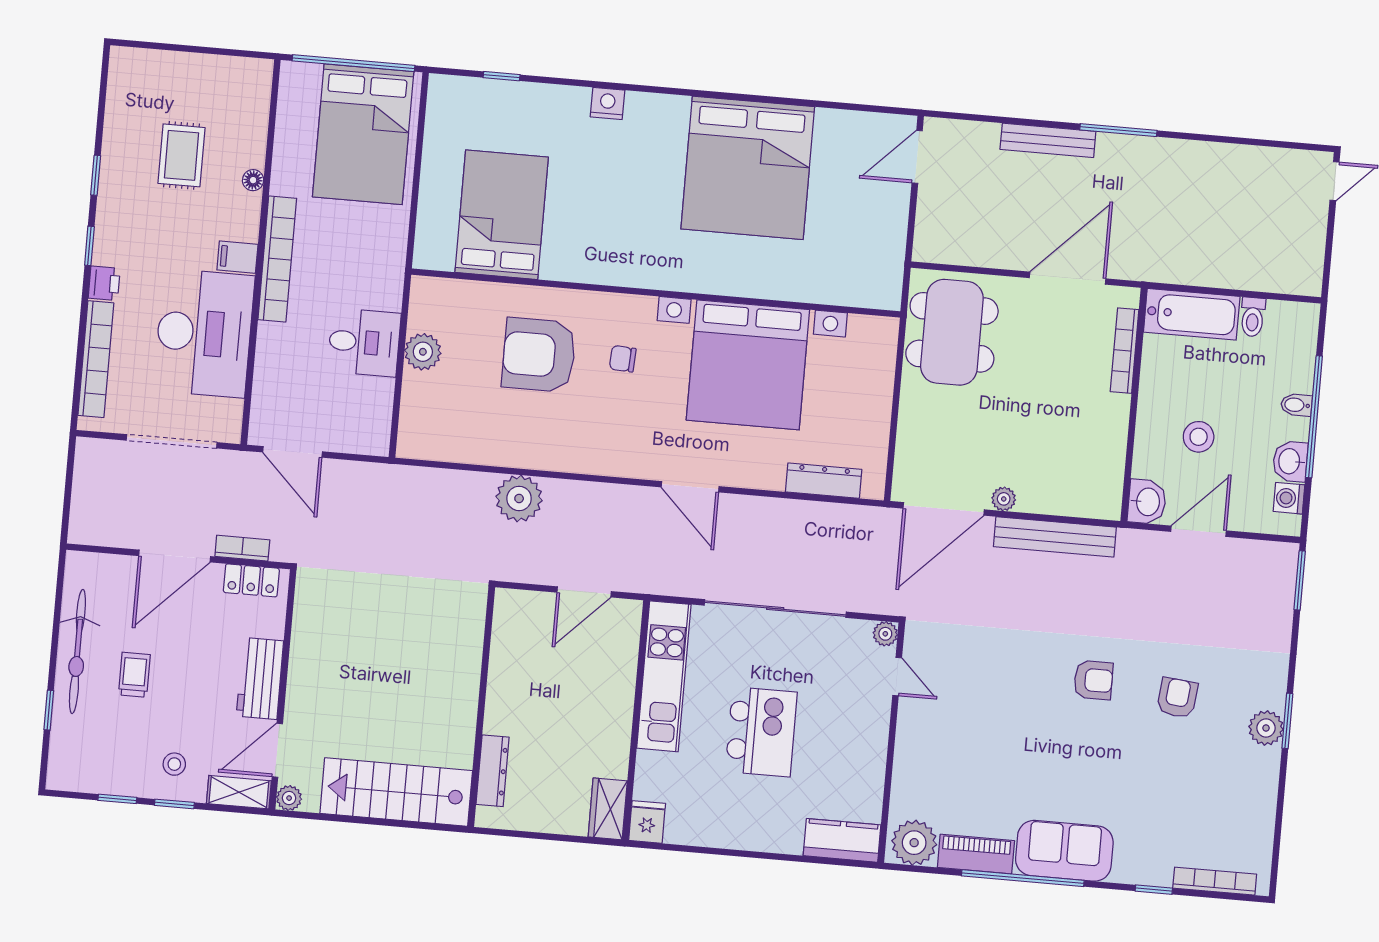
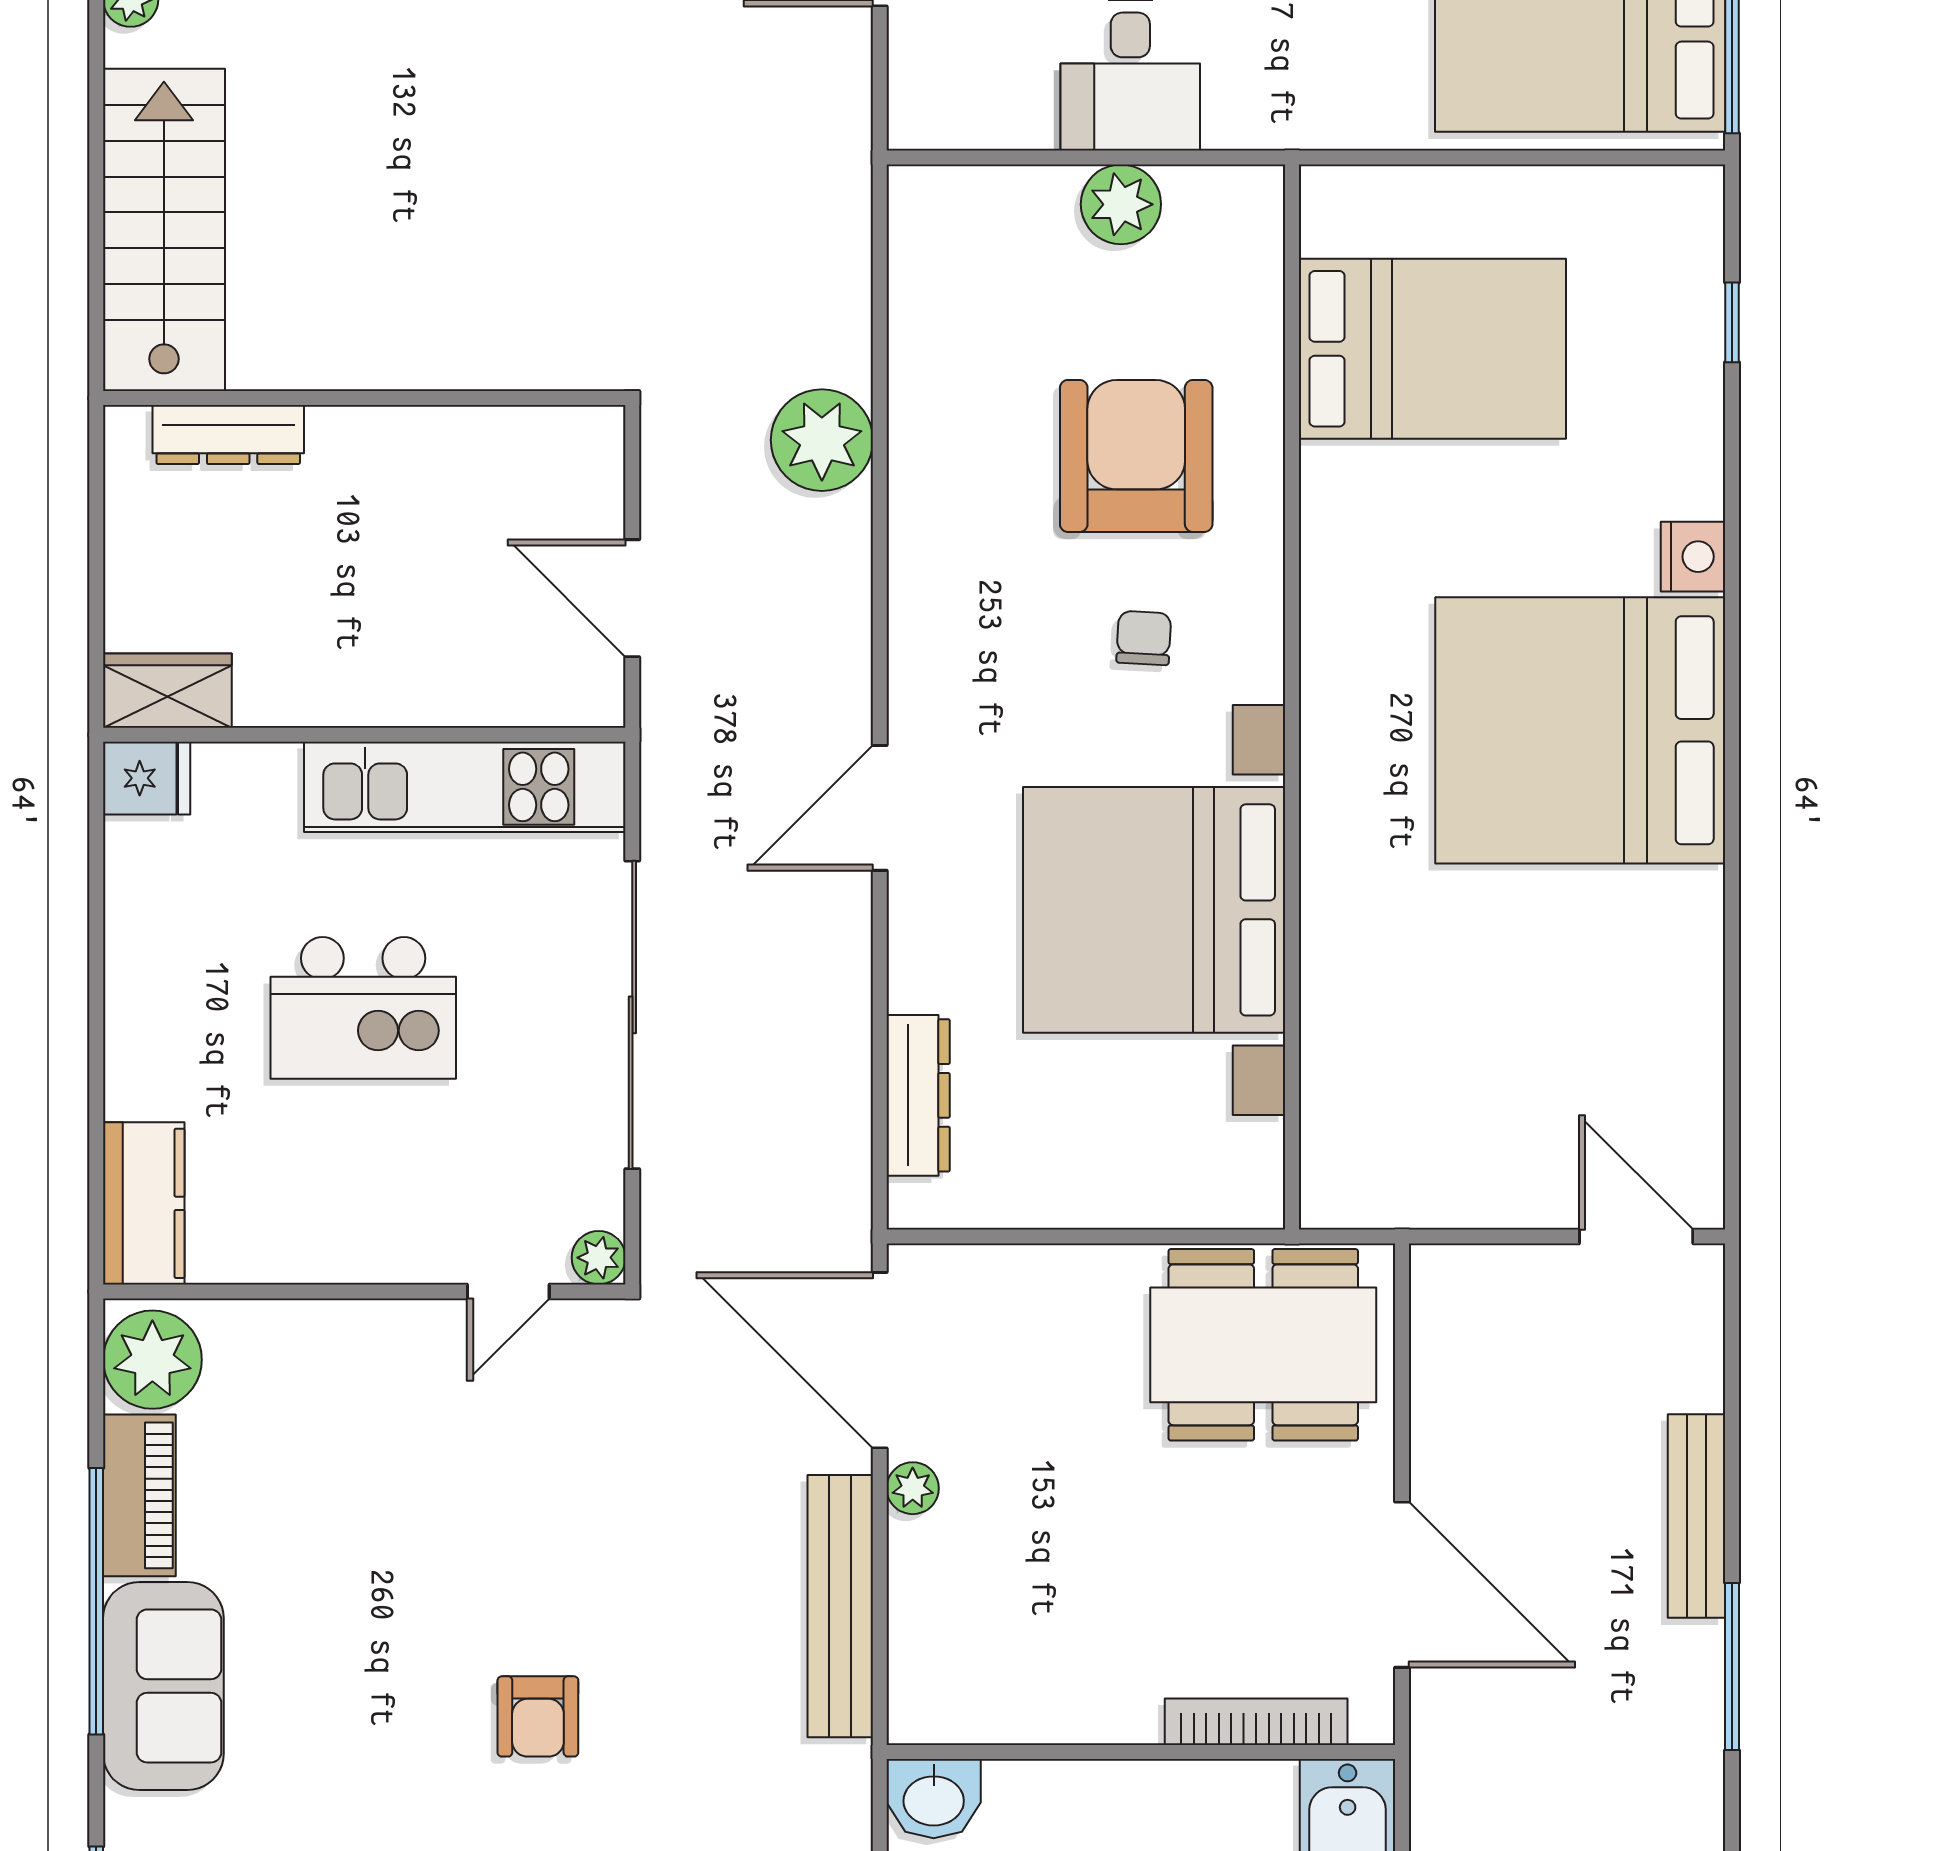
bed: (748, 168) -> (1580, 730), moved

